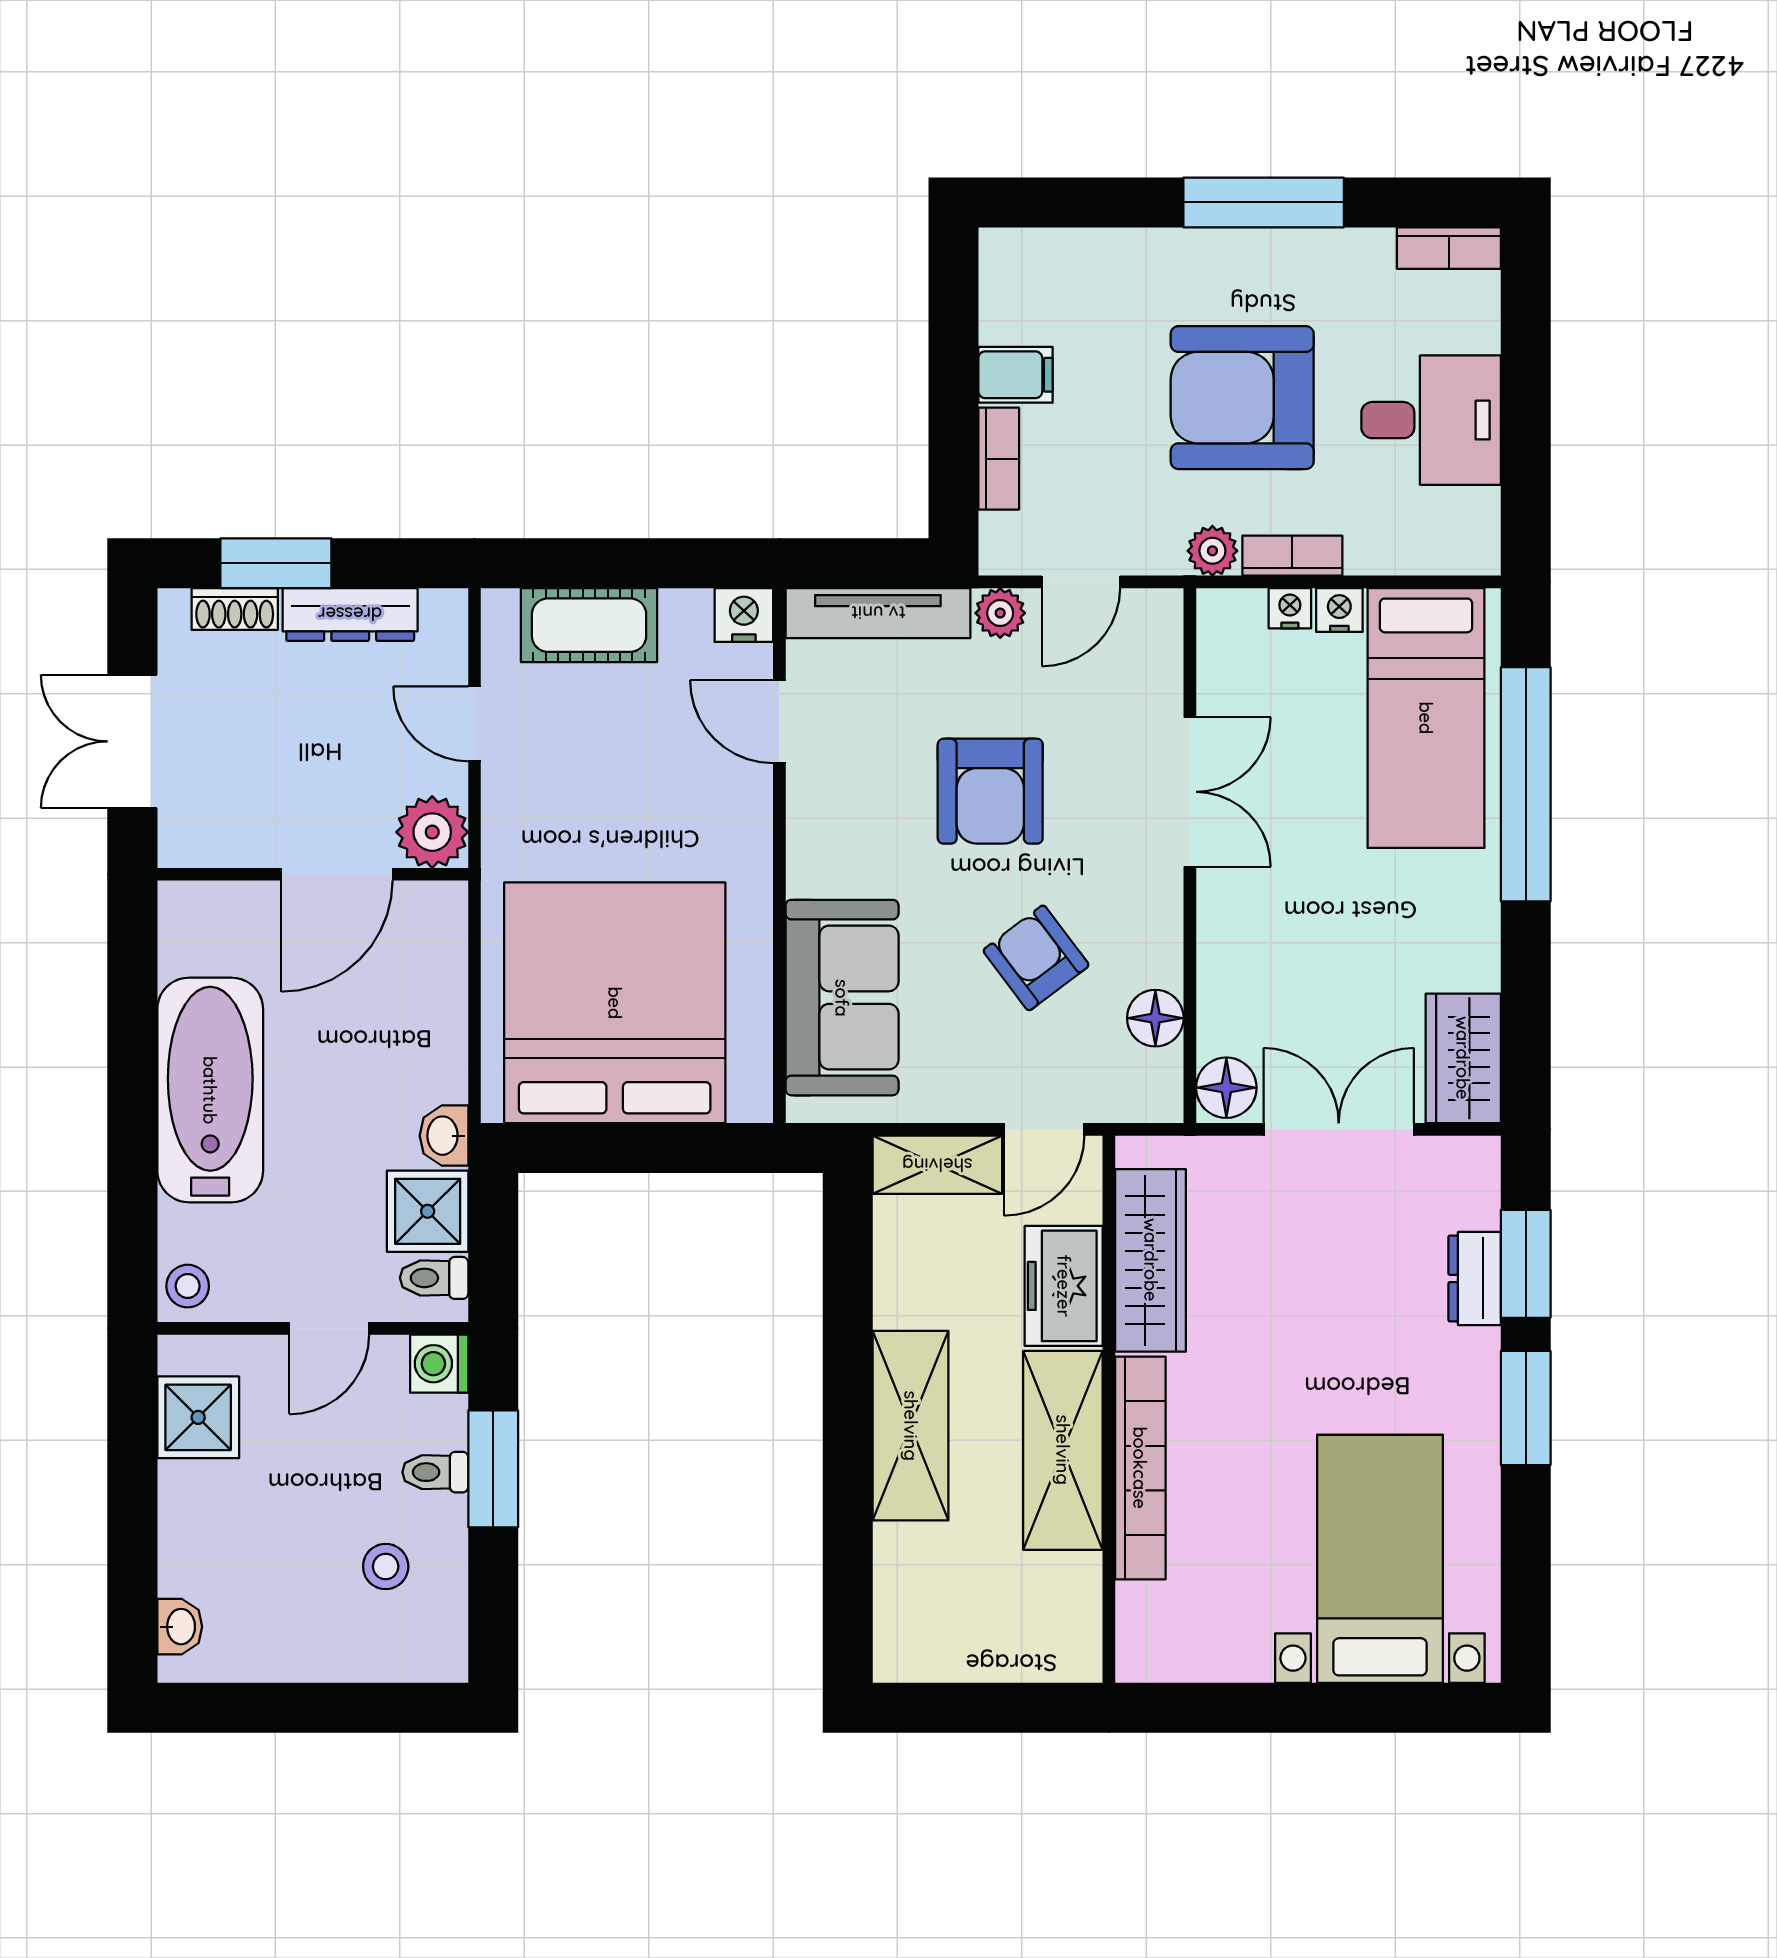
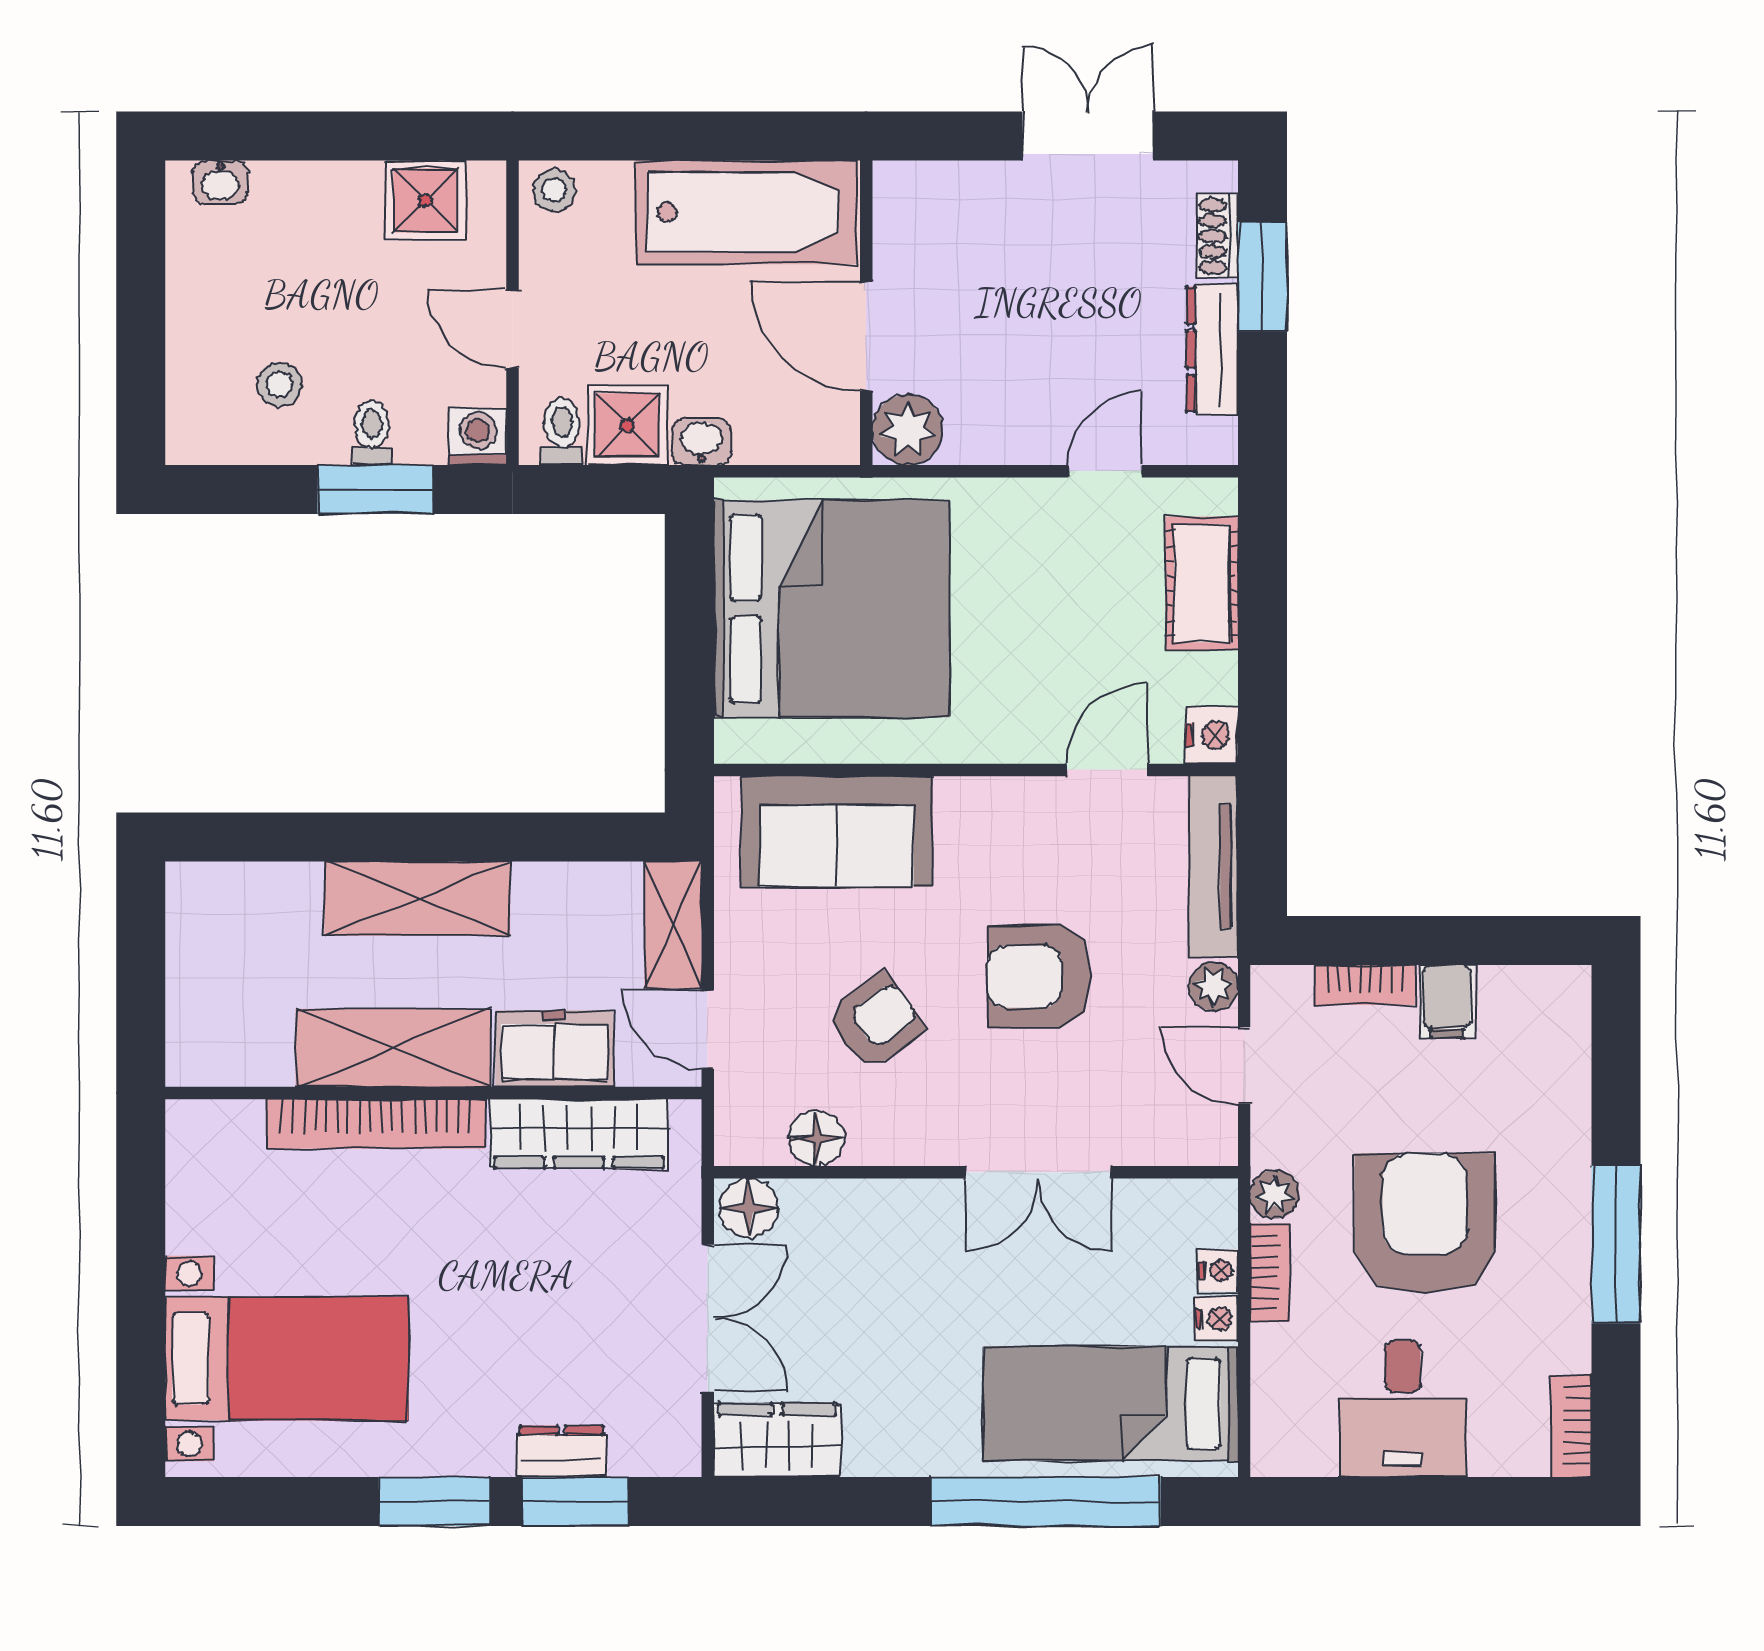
plant: (432, 832) -> (908, 430), moved
wall: (313, 874) -> (866, 313), moved
door: (337, 874) -> (866, 336), moved

